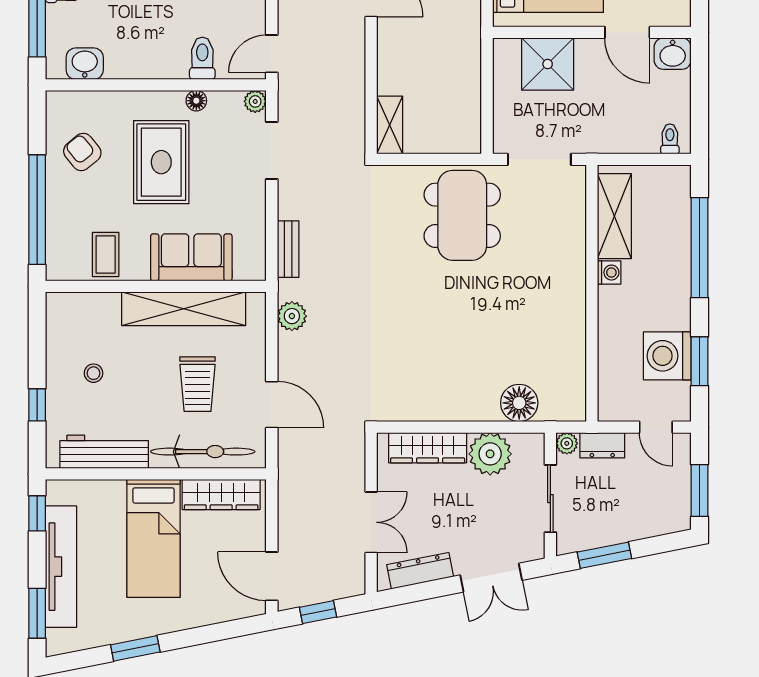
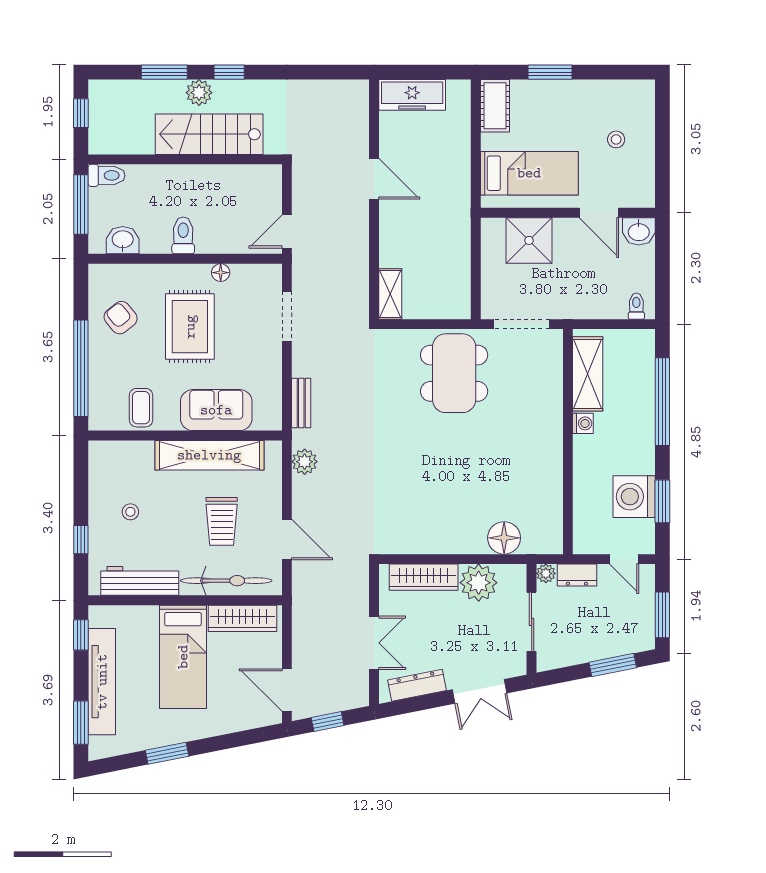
toilet: (202, 58) -> (183, 235), moved
plant: (255, 101) -> (272, 273), removed
window: (604, 555) -> (613, 665), moved

